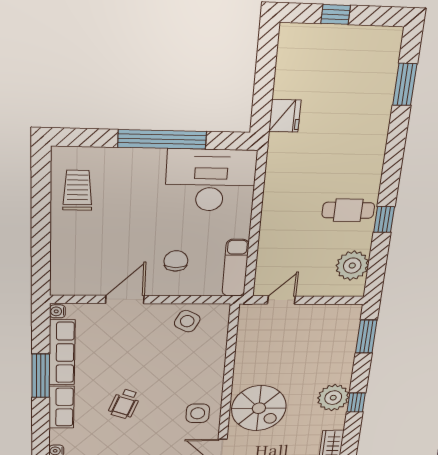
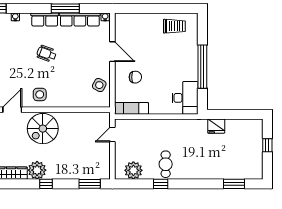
desk: (211, 180) -> (185, 98), width x0.73, depth x0.77
door: (281, 300) -> (112, 135), swing flipped
plant: (333, 398) -> (37, 170), moved

